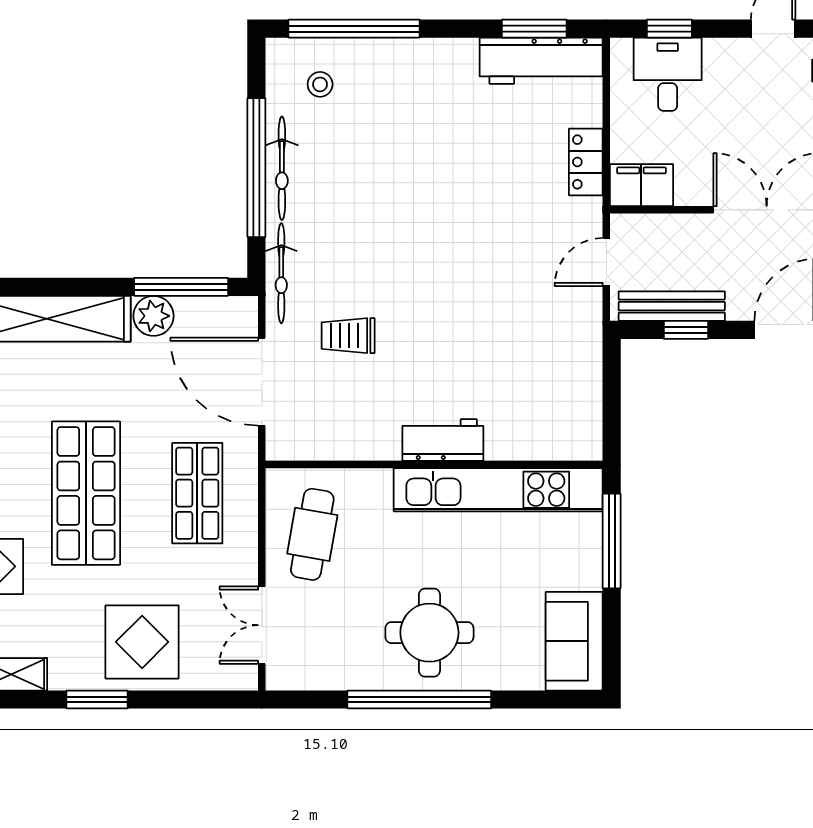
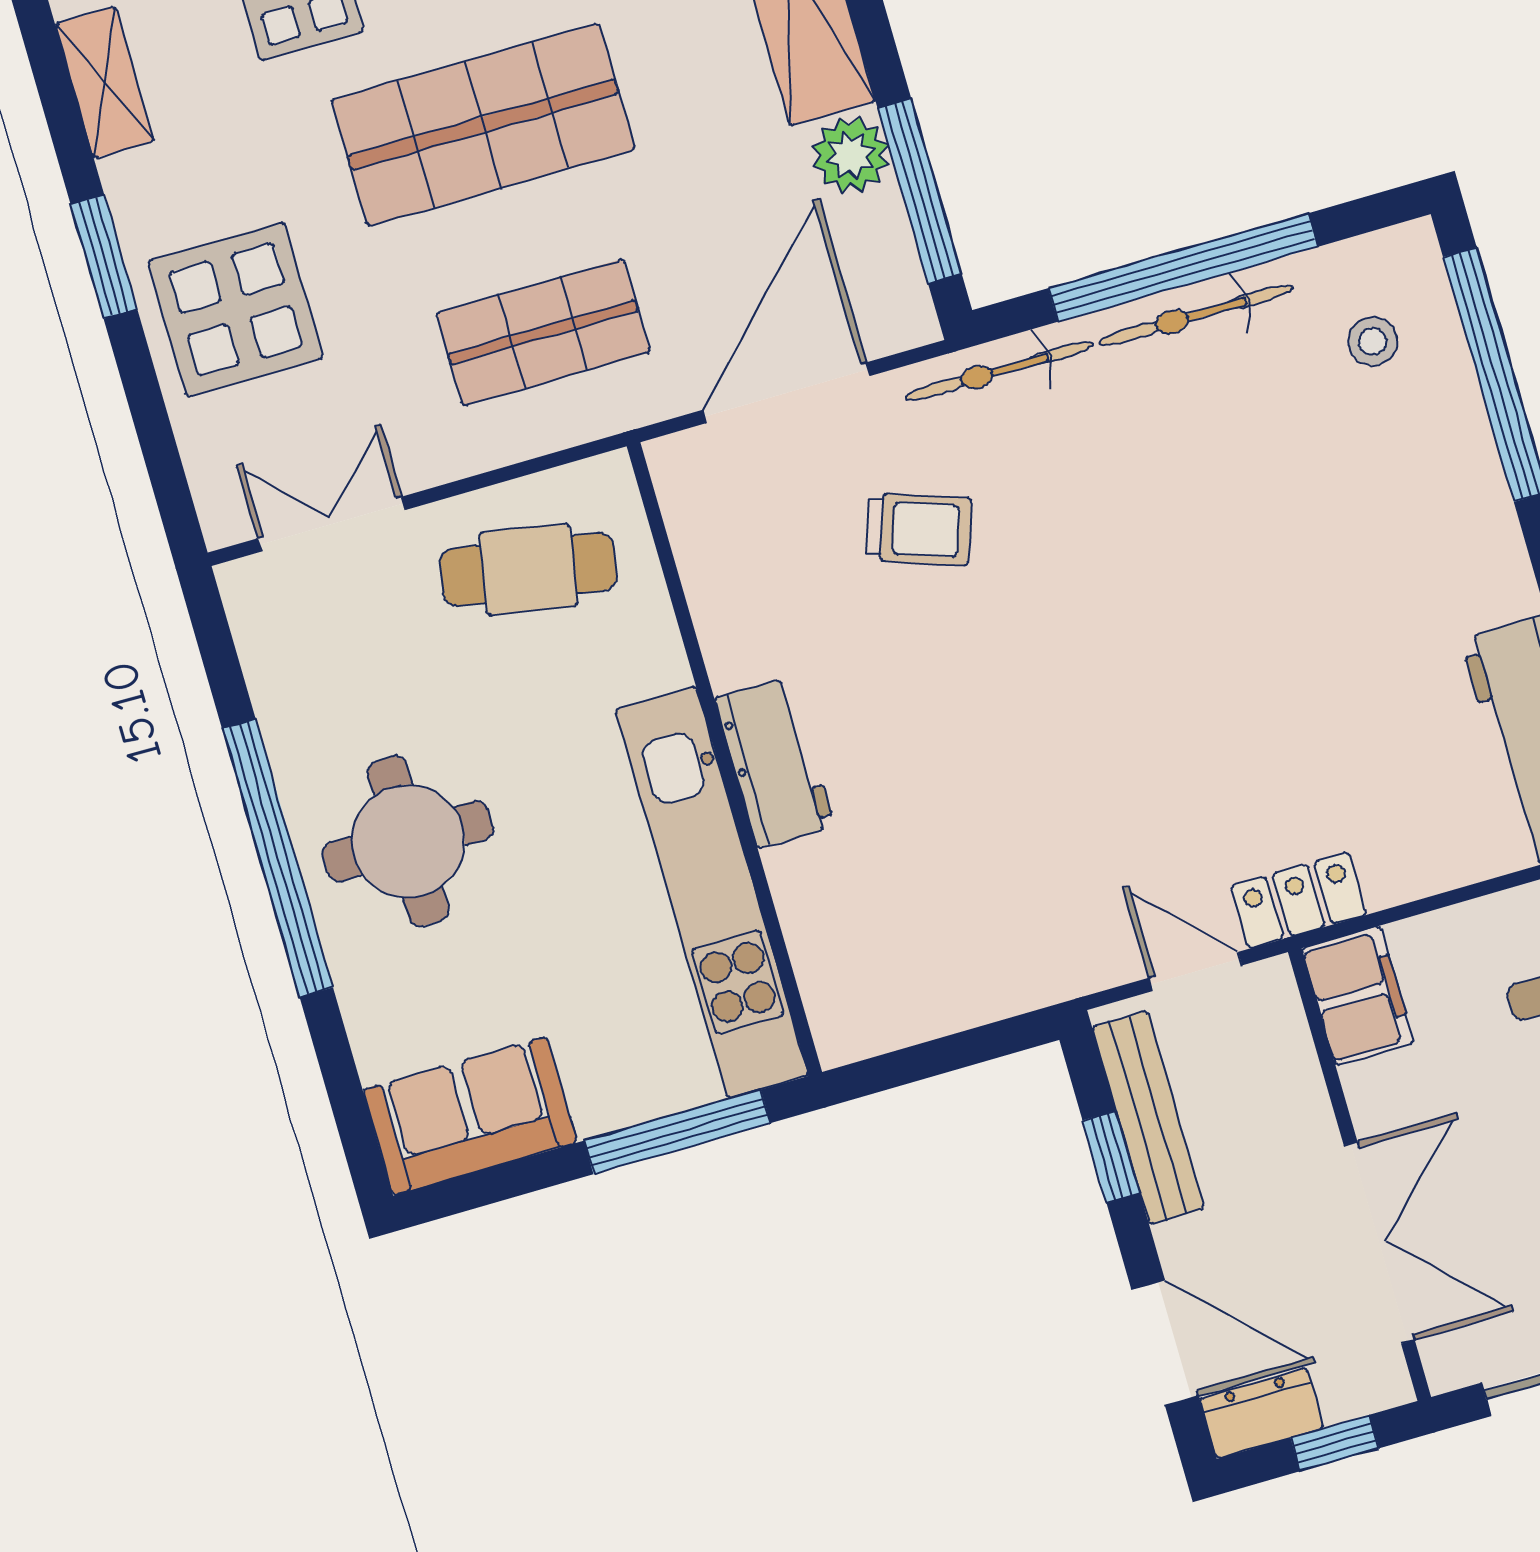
locker: (586, 162) -> (1299, 900), moved
trolley: (348, 336) -> (919, 529), turned 109

